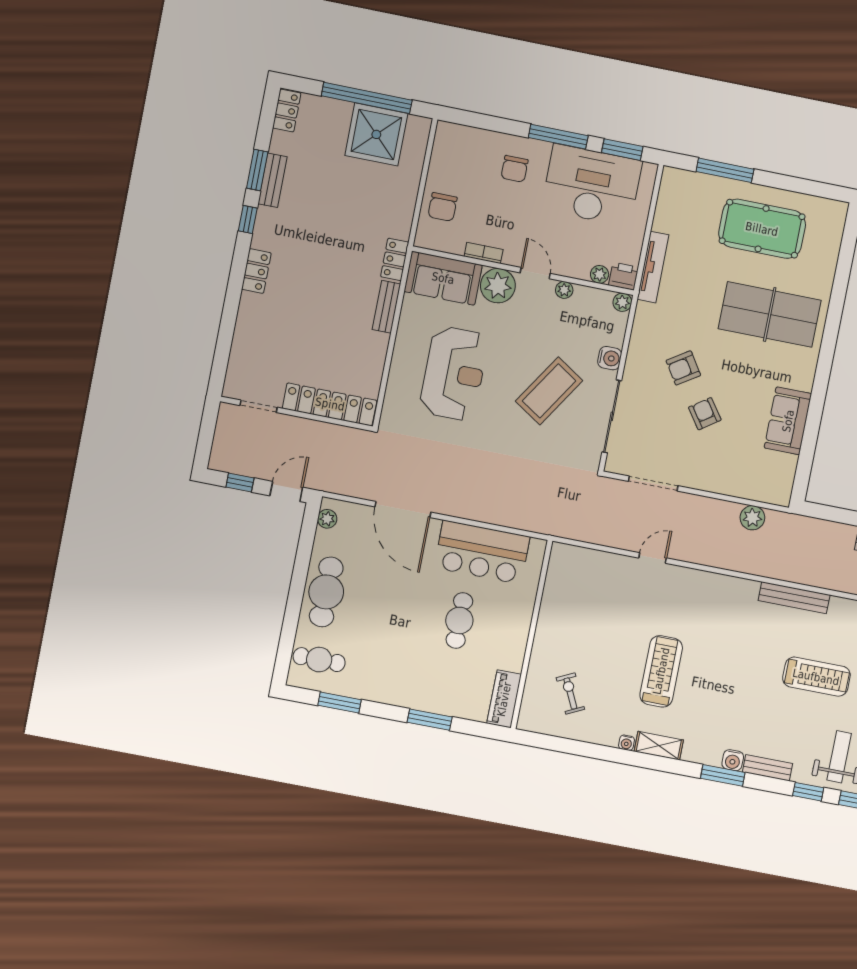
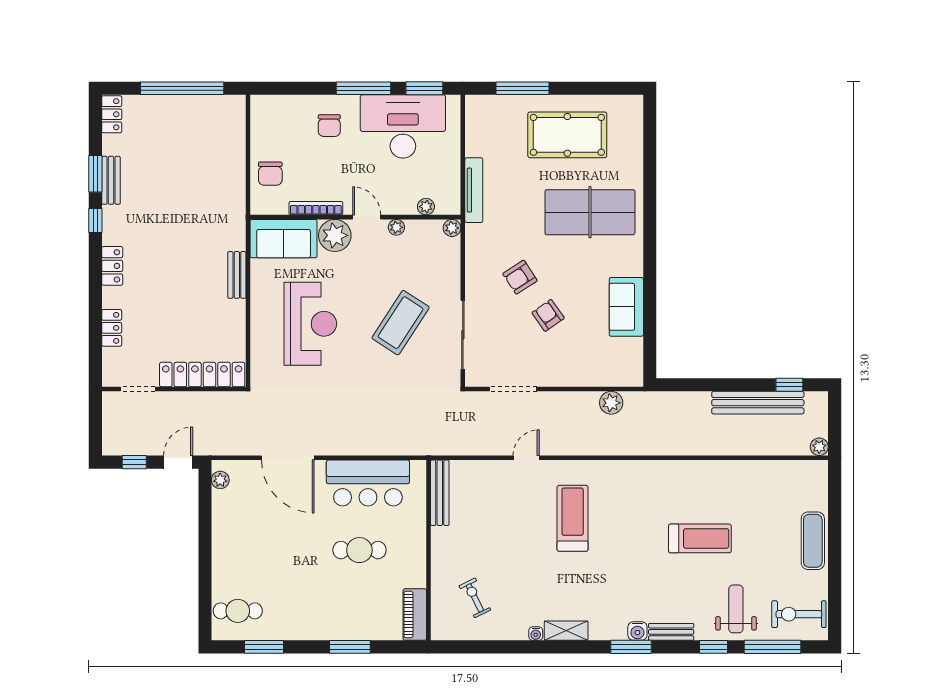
shower: (376, 134) -> (197, 120), removed
bookcase: (484, 253) -> (316, 208), width x1.56
locker: (395, 259) -> (112, 328), moved, turned 180
printer: (624, 276) -> (448, 204), removed
water cooler: (610, 358) -> (450, 282), removed
cafe table: (326, 592) -> (232, 547), removed
bench: (794, 598) -> (440, 493), moved, turned 90
cafe table: (459, 620) -> (359, 550), turned 90
treadmill: (661, 671) -> (573, 518), moved

